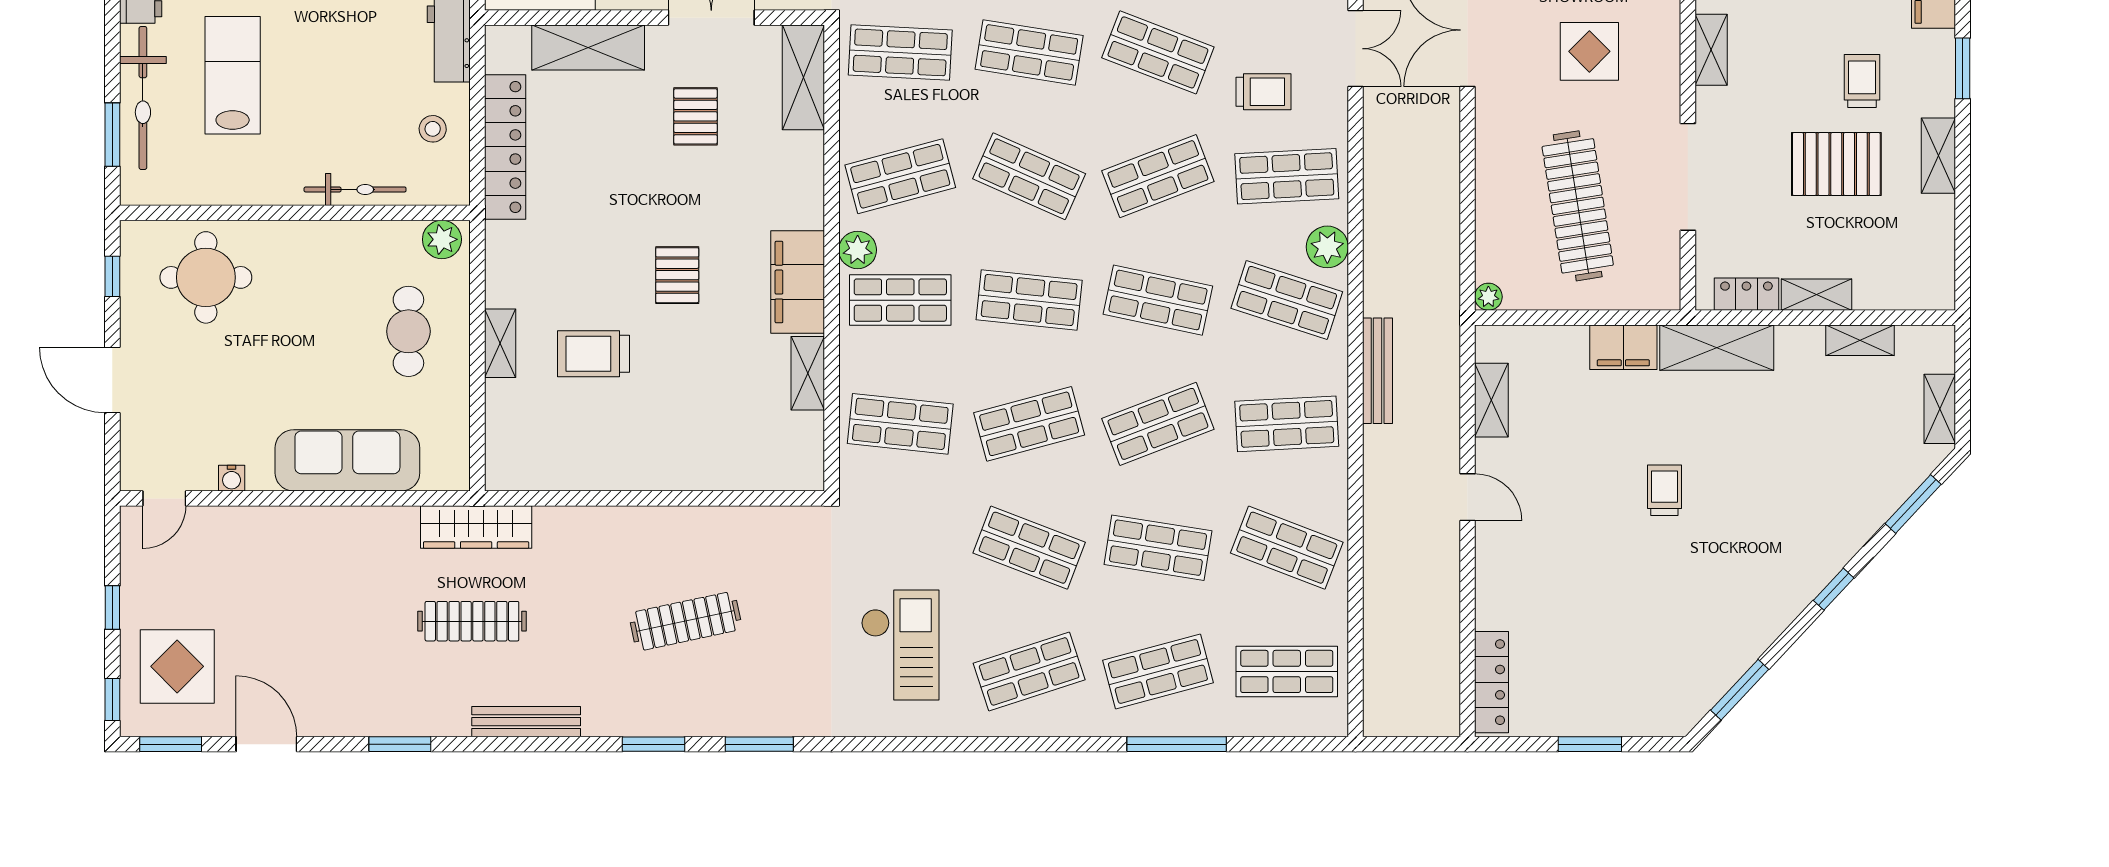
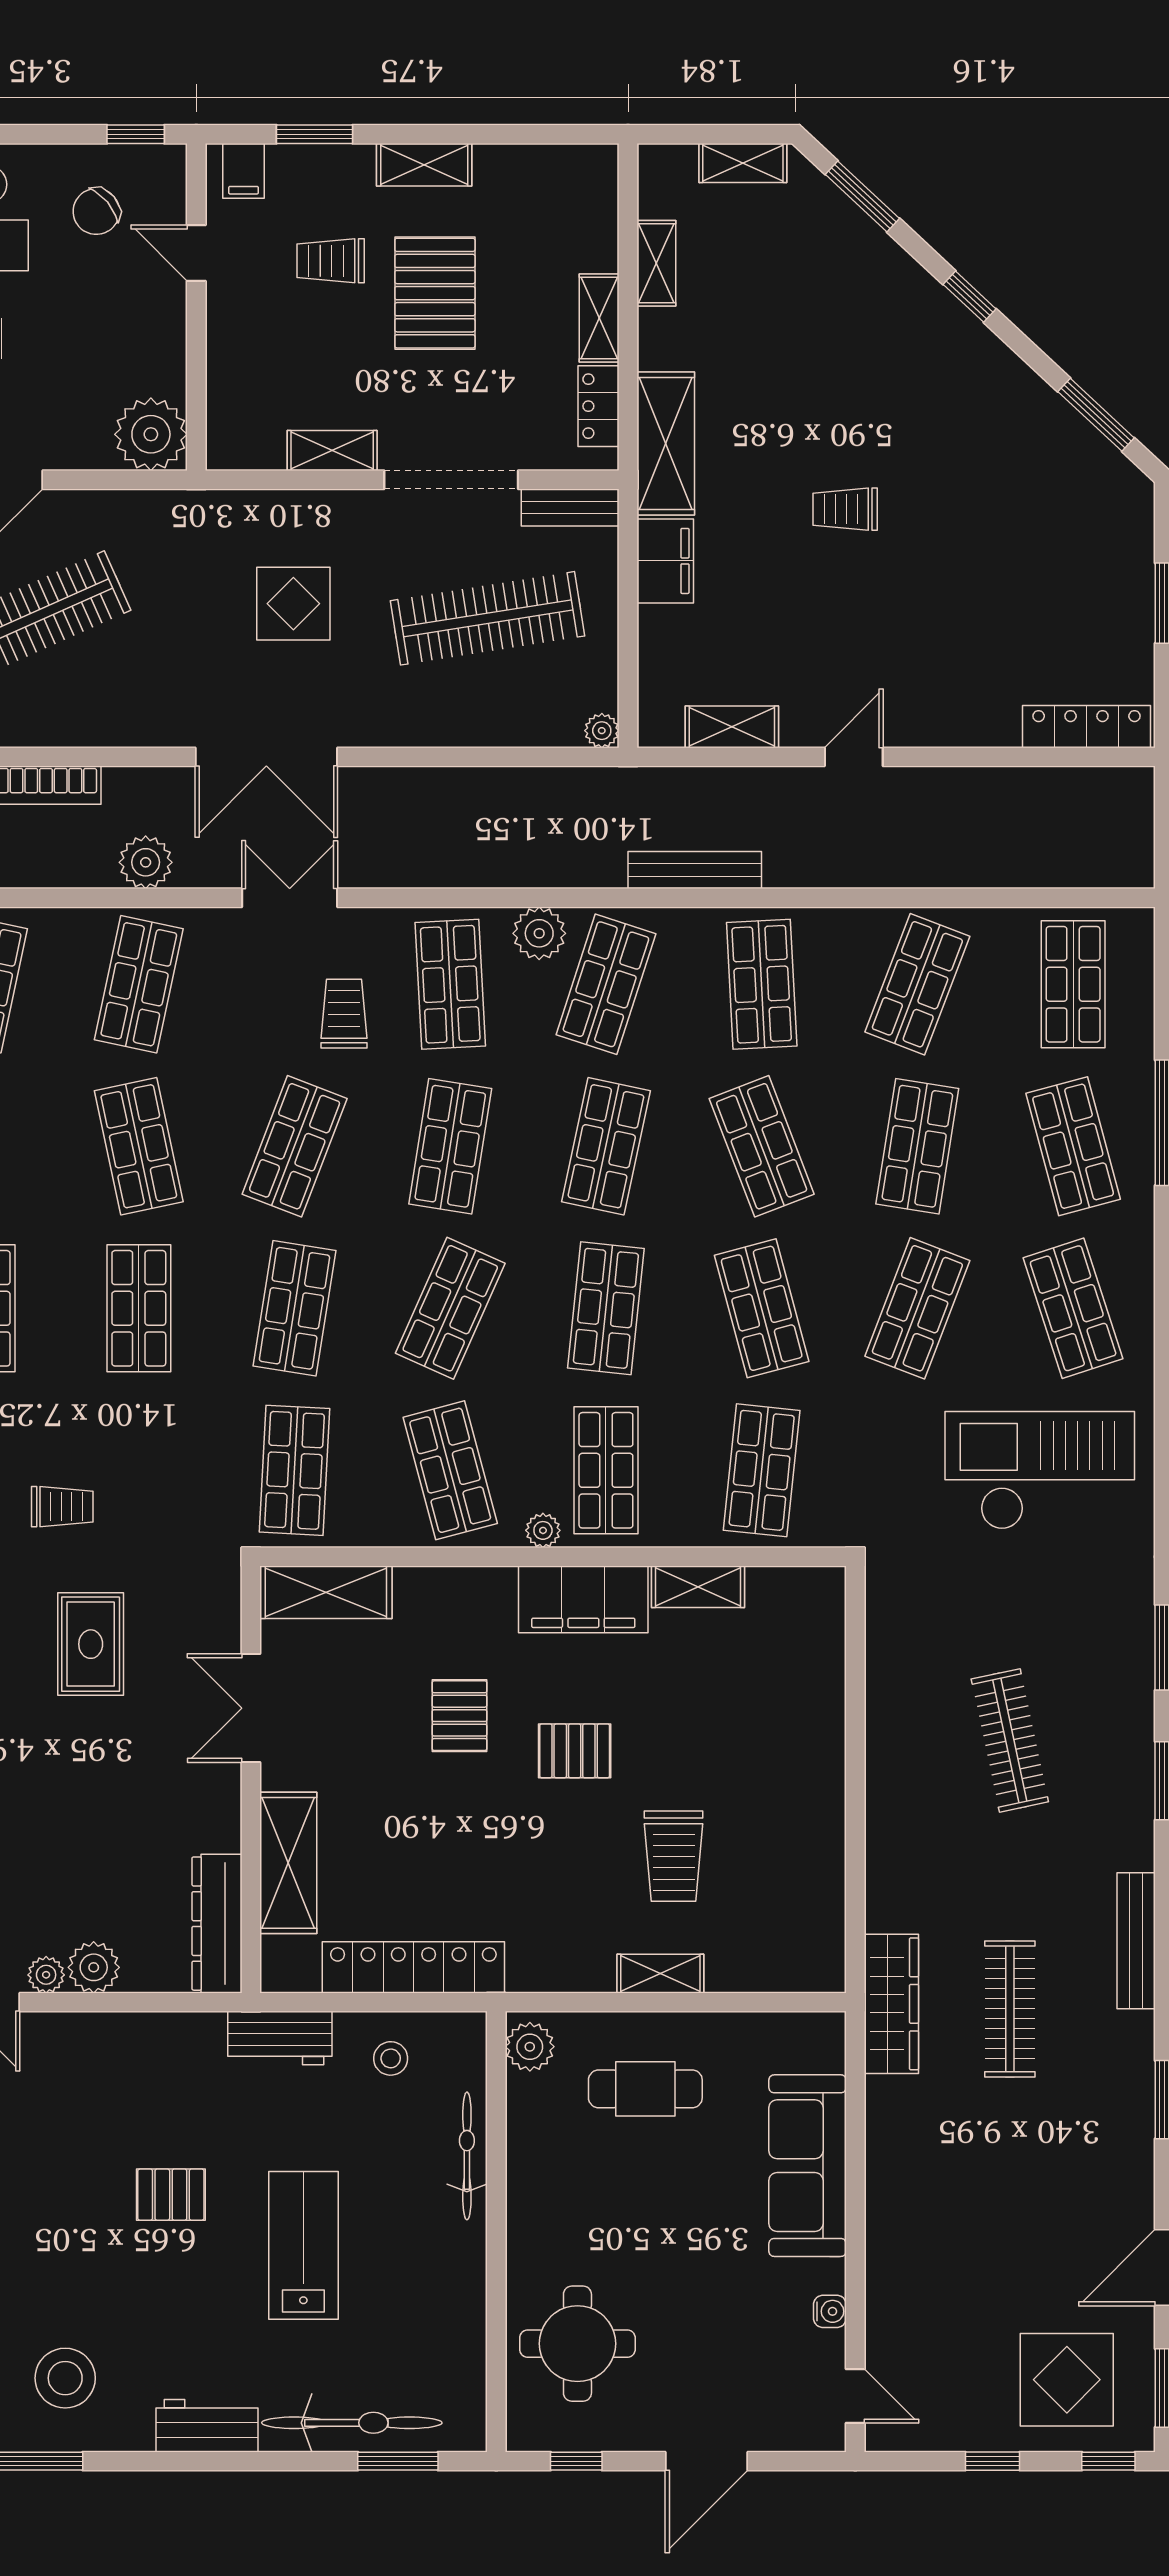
shelving: (1711, 50) -> (332, 450), moved
lab bench: (233, 75) -> (303, 2245), moved, turned 90
pallet: (695, 116) -> (460, 1716), moved, turned 90
shop shelf: (1158, 176) -> (450, 1146), turned 30
plant: (858, 250) -> (543, 1530), width x0.73, depth x0.73
bench: (1666, 272) -> (570, 507), added
checkout: (900, 645) -> (1040, 1470), width x1.36, depth x1.21

